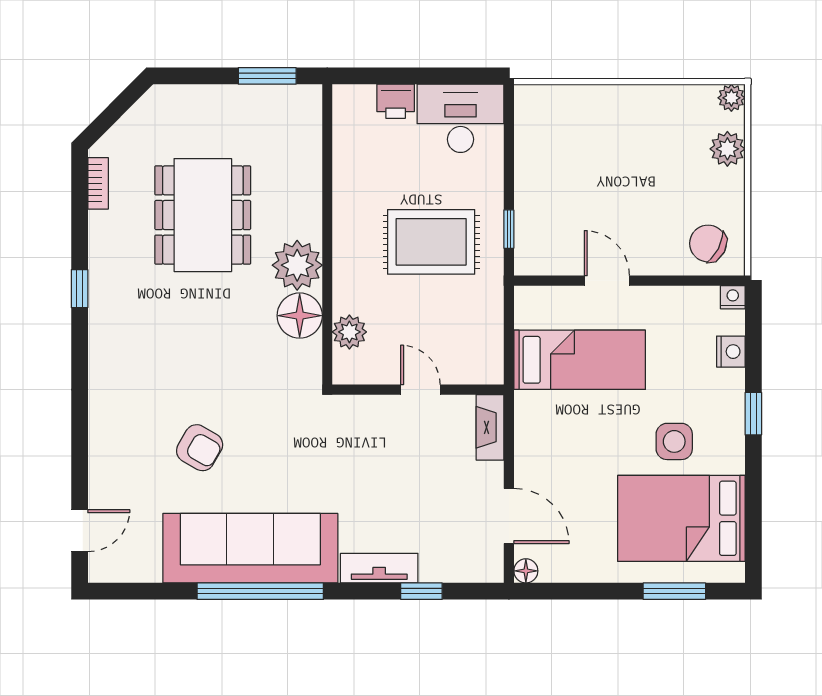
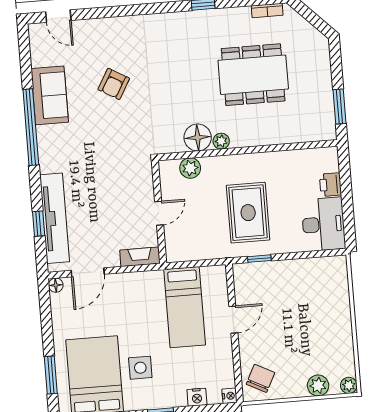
plant: (297, 265) -> (221, 141), width x0.53, depth x0.53
sofa: (250, 548) -> (50, 95), width x0.54, depth x0.79
tv unit: (379, 568) -> (55, 218), width x1.92, depth x1.29

